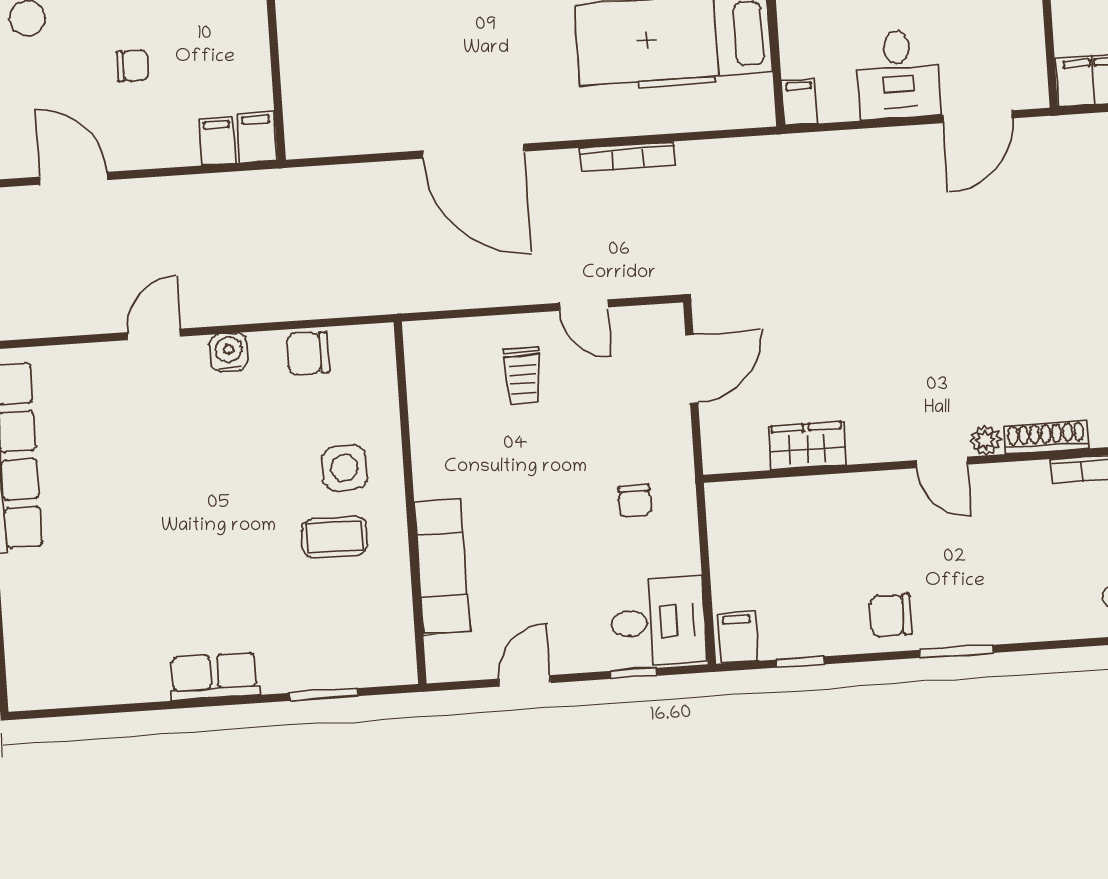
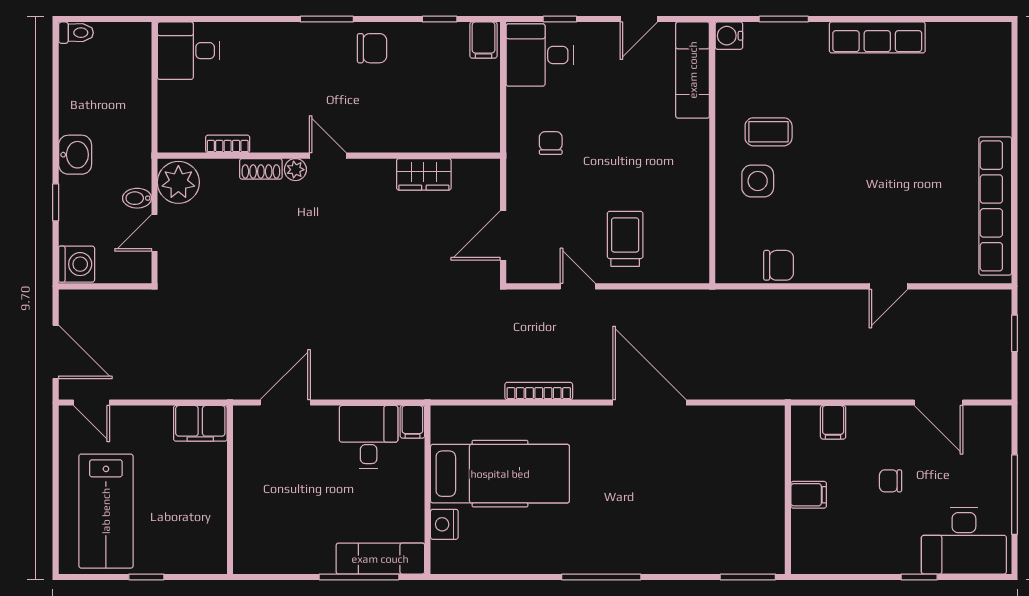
desk: (898, 74) -> (369, 437), moved
filing cabinet: (257, 137) -> (809, 495), moved, turned -90
water cooler: (229, 352) -> (729, 36), moved, turned 90
trolley: (523, 375) -> (625, 239), width x1.36, depth x1.39
shoe rack: (1046, 437) -> (261, 169), width x0.70
exam couch: (442, 566) -> (693, 70), moved
row of seats: (214, 676) -> (877, 37), width x1.48

